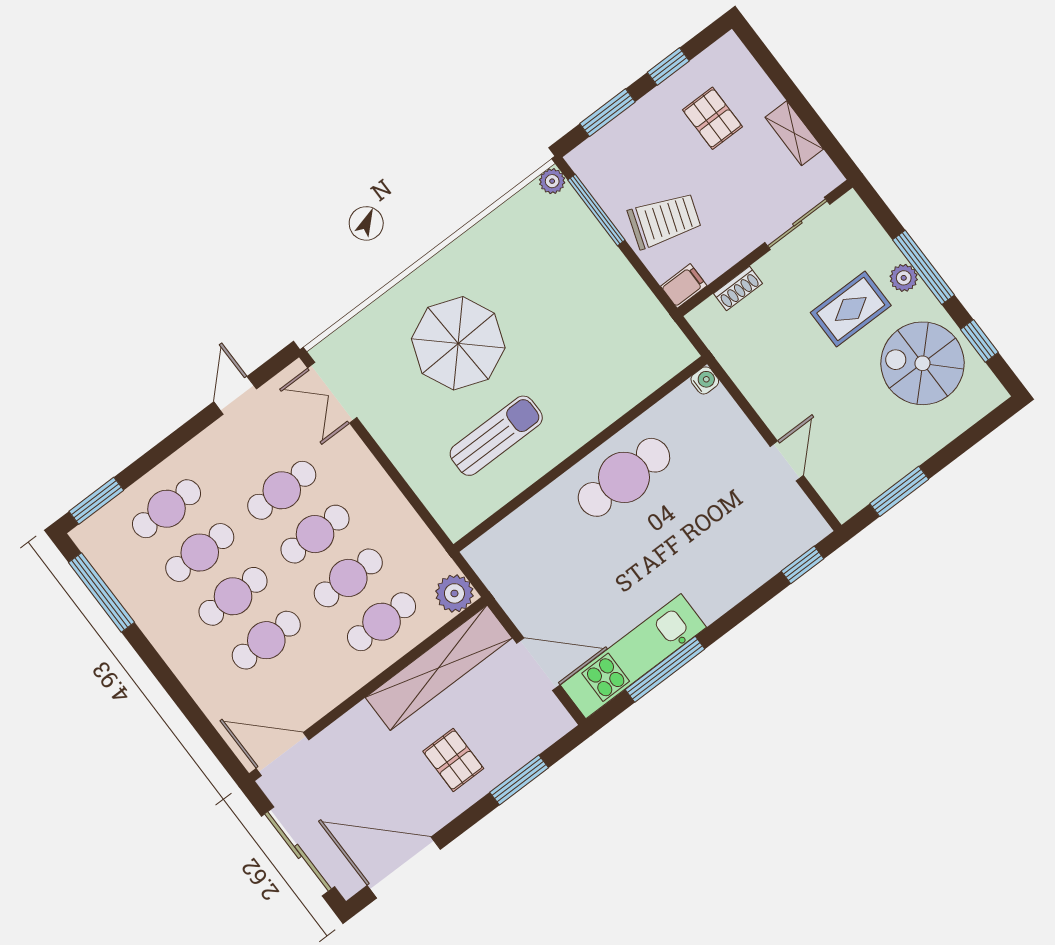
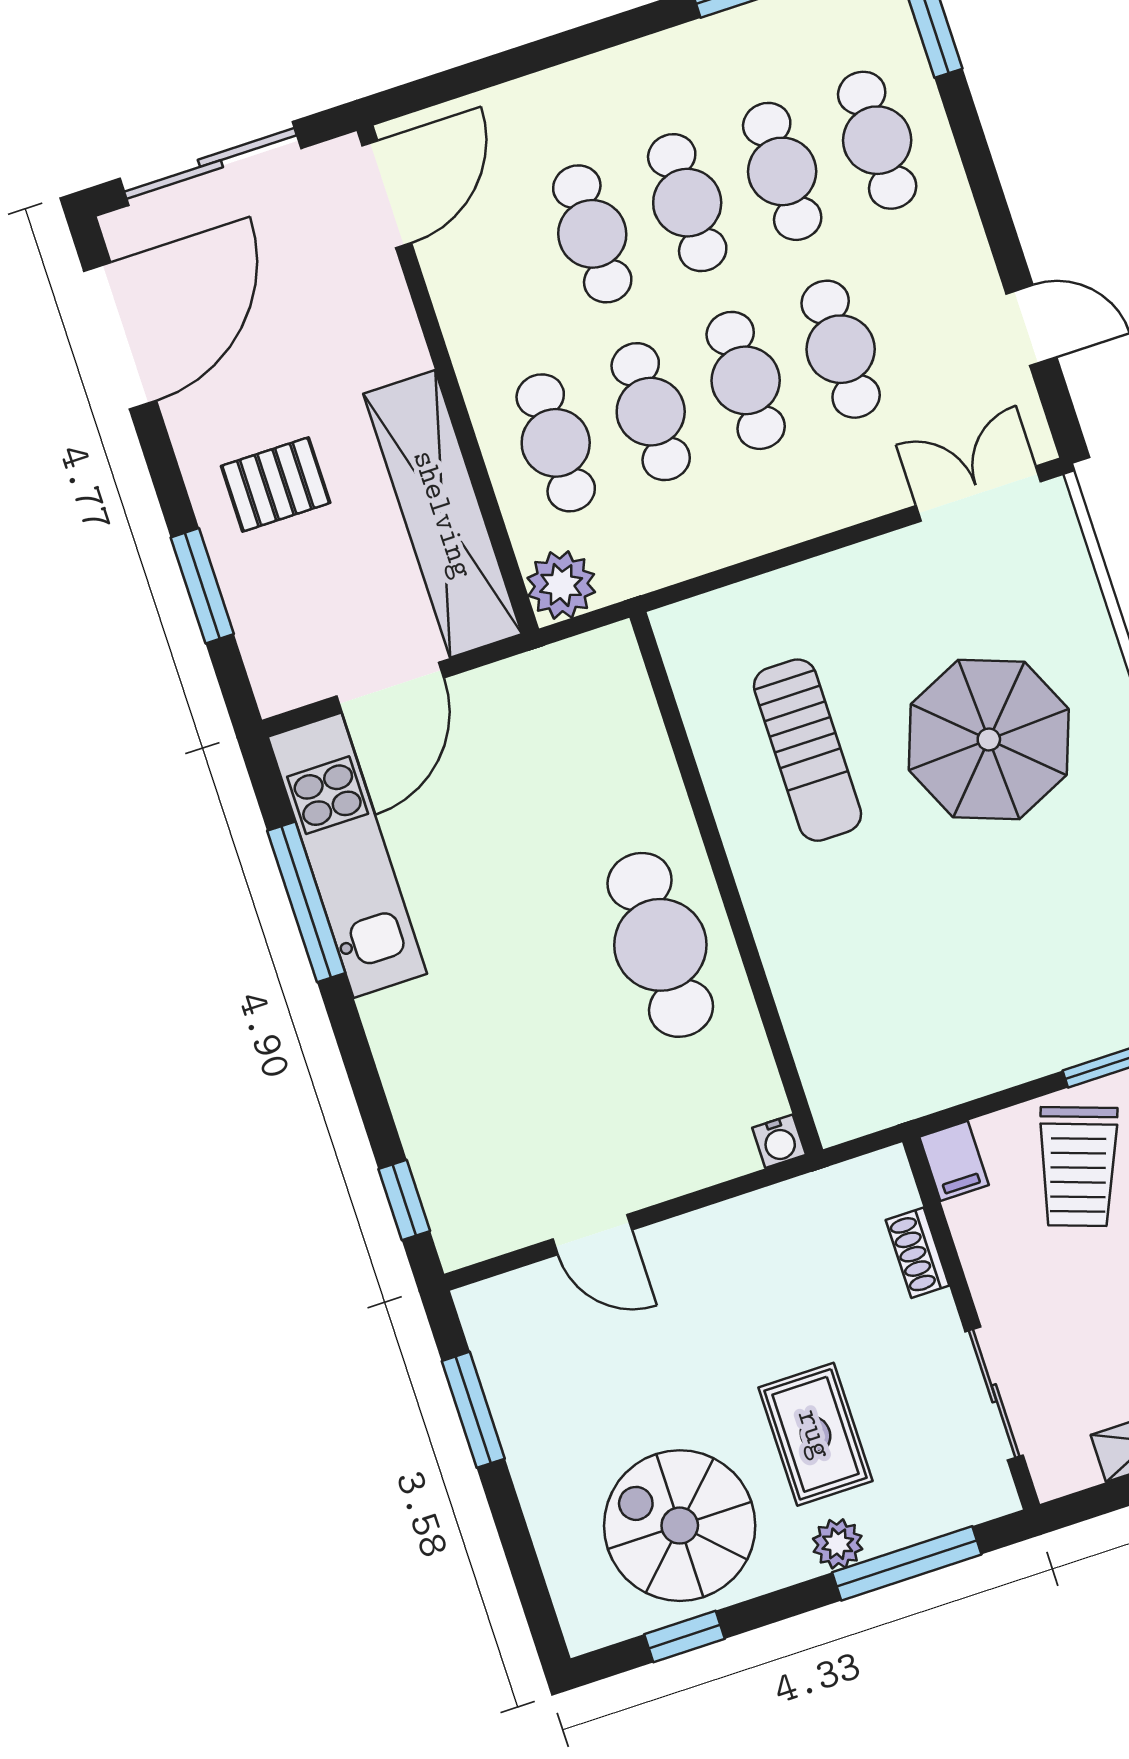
window: (924, 267) -> (907, 1563), moved
spiral stairs: (923, 363) -> (680, 1526), turned -90

